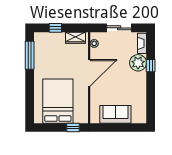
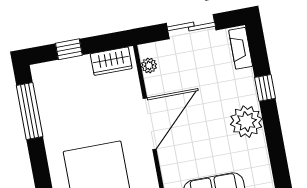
plant: (138, 63) -> (246, 122), moved

